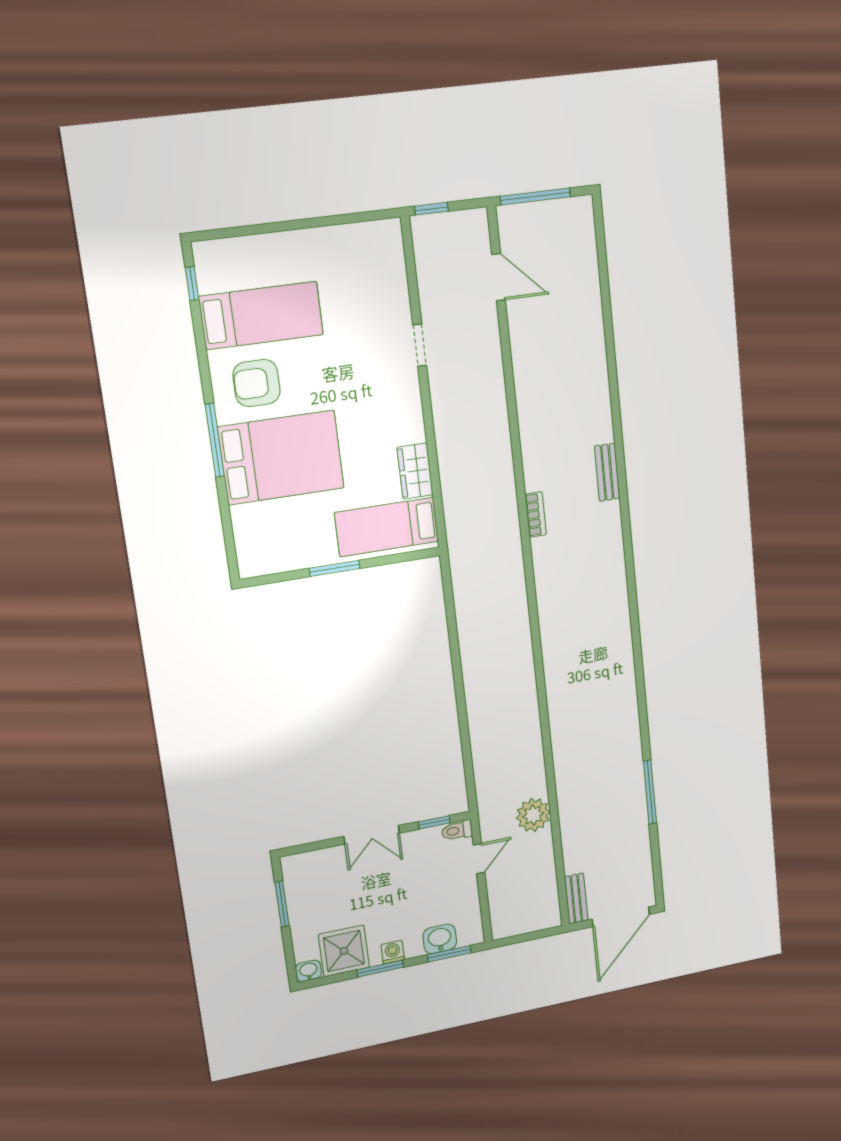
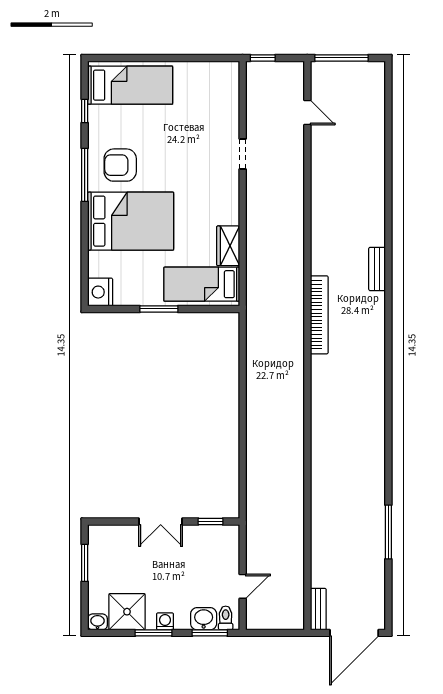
door: (498, 277) -> (307, 112), width x0.73
window: (192, 284) -> (85, 111), moved
bed: (261, 316) -> (130, 85), moved
window: (215, 440) -> (85, 175), moved
bookcase: (536, 515) -> (319, 315), width x2.31, depth x1.31
nightstand: (253, 559) -> (100, 292), added
plant: (533, 815) -> (290, 532), removed
toilet: (457, 831) -> (226, 618), moved, turned 90
door: (479, 859) -> (243, 586), moved

